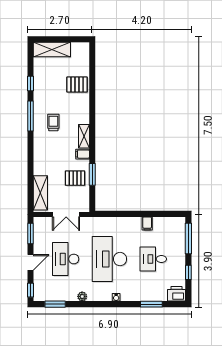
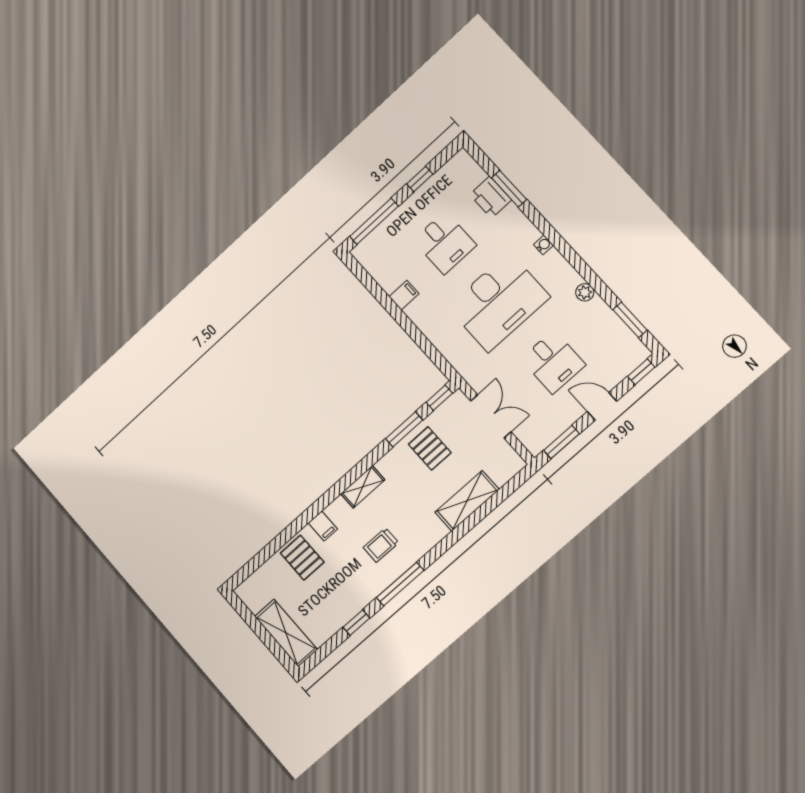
filing cabinet: (83, 154) -> (323, 526), moved
shelving: (40, 193) -> (467, 501), moved
window: (92, 200) -> (439, 398), added
desk: (66, 259) -> (553, 362), width x0.73
printer: (177, 294) -> (491, 197), moved

